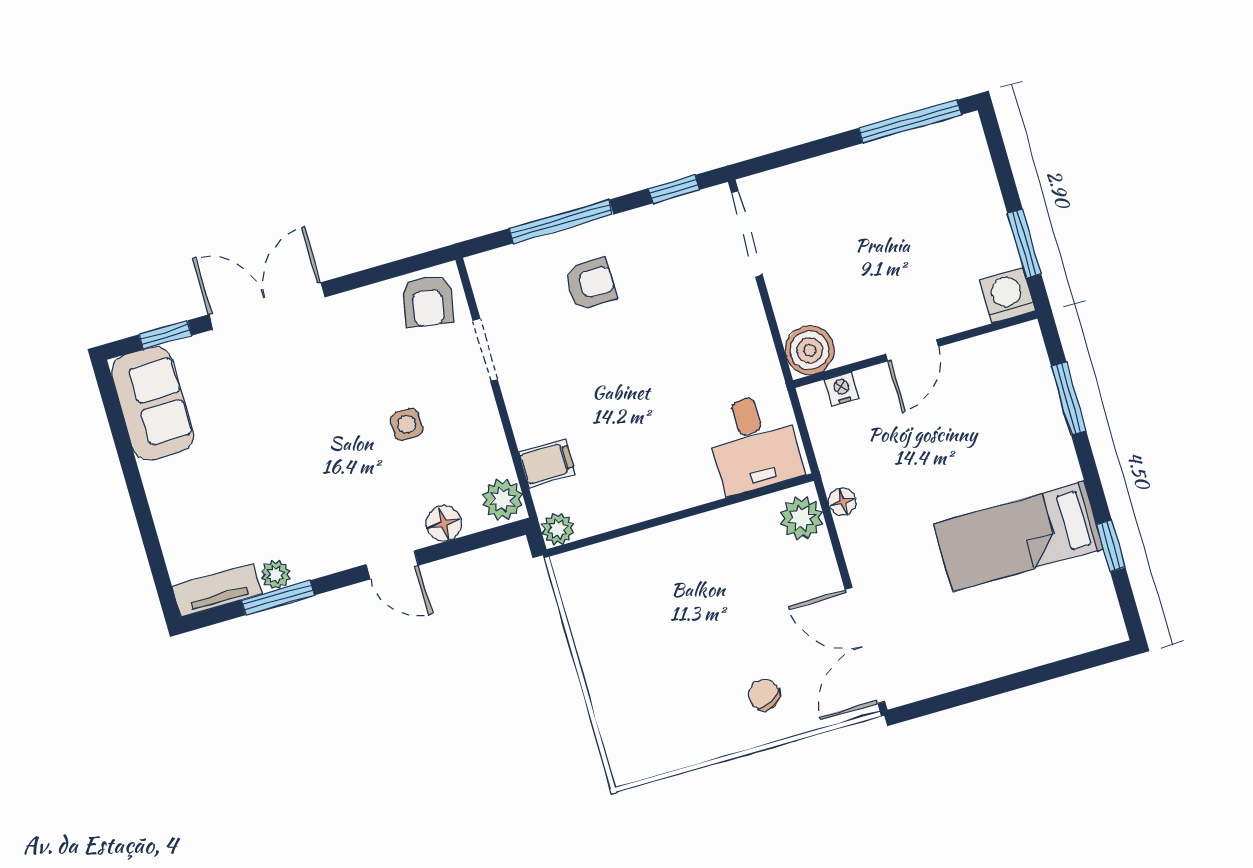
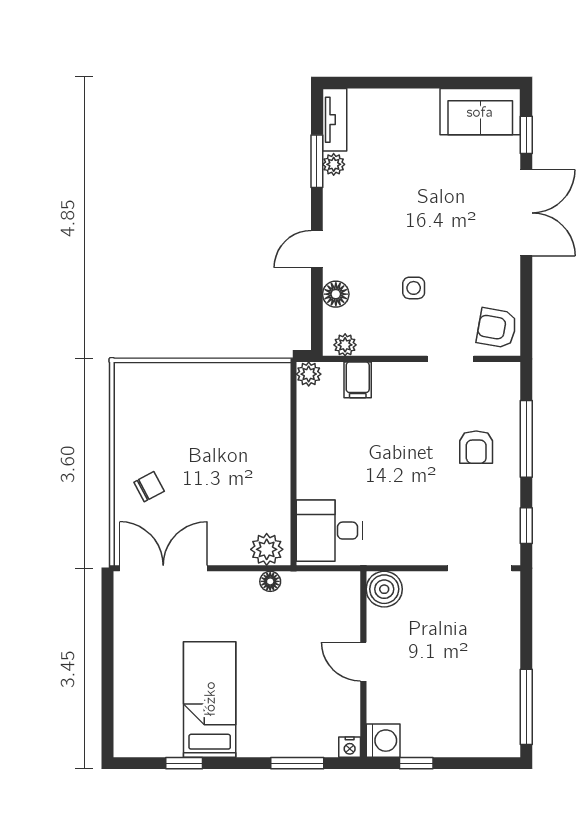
window: (1024, 244) -> (416, 763), width x0.67
nightstand: (842, 389) -> (350, 747), moved, turned 90
plant: (502, 499) -> (345, 345), width x0.73, depth x0.73

